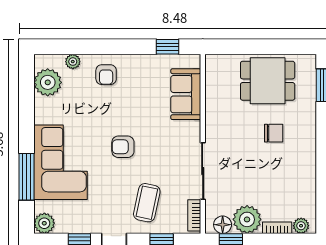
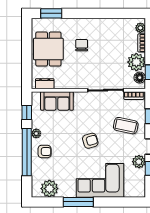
window: (105, 47) -> (27, 152), added
plant: (73, 62) -> (36, 133), moved
dresser: (213, 75) -> (45, 84), added
armchair: (123, 147) -> (90, 141), turned -107
window: (27, 177) -> (78, 202), moved
plant: (44, 223) -> (139, 162), moved

